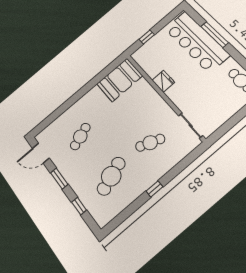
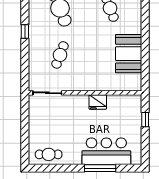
bar counter: (197, 42) -> (106, 151), width x0.73
booth: (120, 80) -> (129, 54), moved

